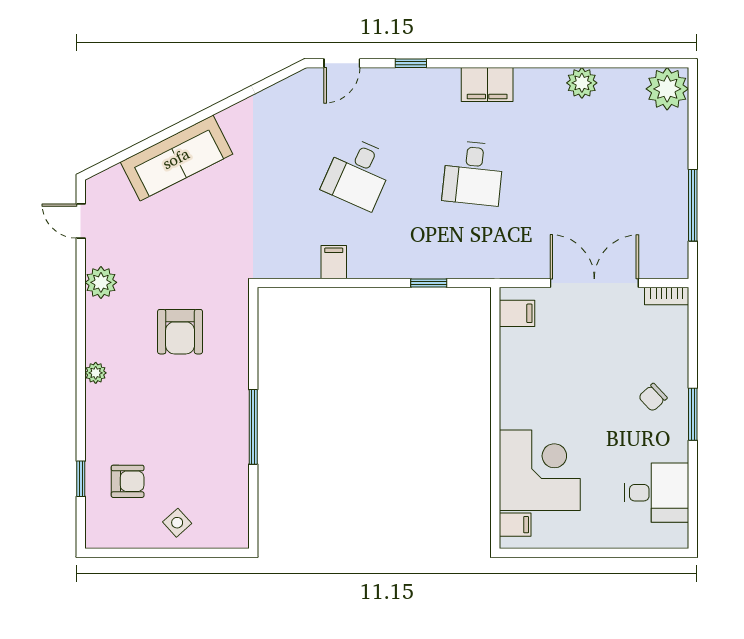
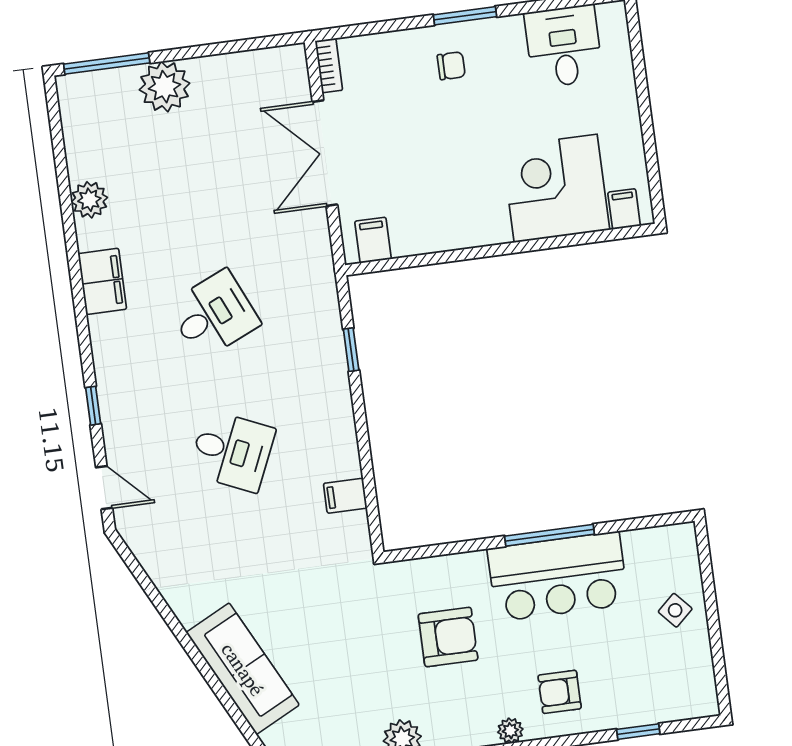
filing cabinet: (487, 85) -> (102, 281), moved
plant: (667, 89) -> (165, 87), moved
desk: (473, 173) -> (214, 315), turned -30
window: (693, 205) -> (107, 64), moved
filing cabinet: (334, 262) -> (345, 496), moved
chair: (653, 397) -> (451, 66), turned -47
bar counter: (218, 429) -> (558, 577), added
armchair: (128, 481) -> (560, 692), moved, turned -90

